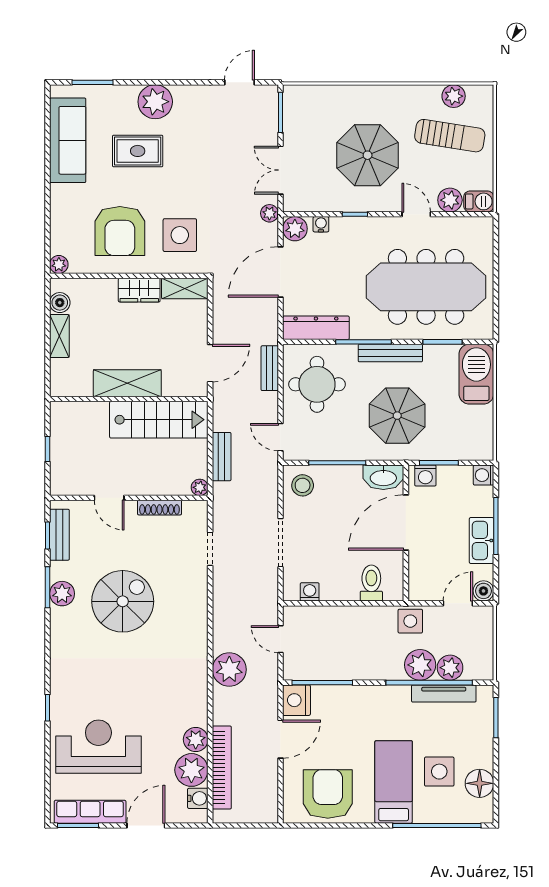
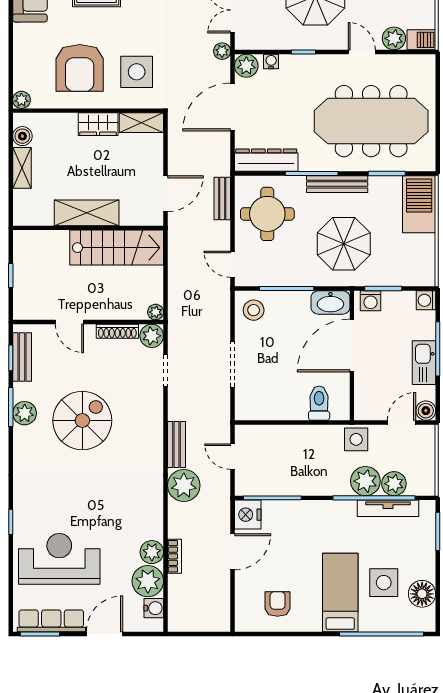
bench: (222, 457) -> (176, 445), moved
plant: (196, 512) -> (152, 336), added
washing machine: (310, 592) -> (260, 412), removed
bookcase: (222, 768) -> (175, 556), width x0.43, depth x0.76
armchair: (328, 794) -> (278, 604), width x0.53, depth x0.53

